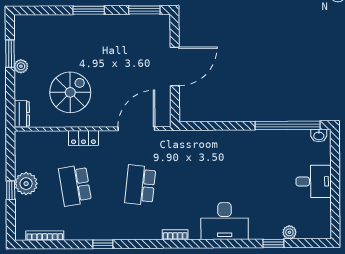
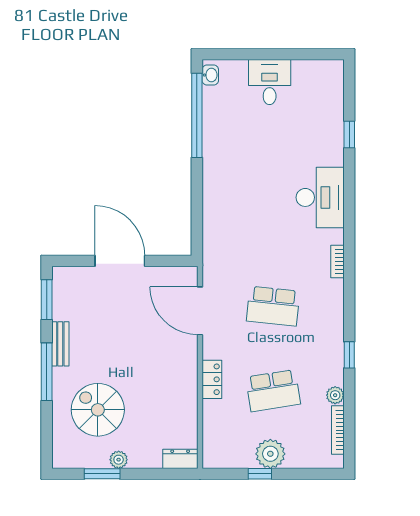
window: (89, 10) -> (47, 372), width x1.44
bench: (110, 21) -> (60, 344), added
spiral stairs: (70, 92) -> (98, 410), moved
window: (11, 190) -> (260, 474), moved
plant: (289, 232) -> (335, 395), moved

